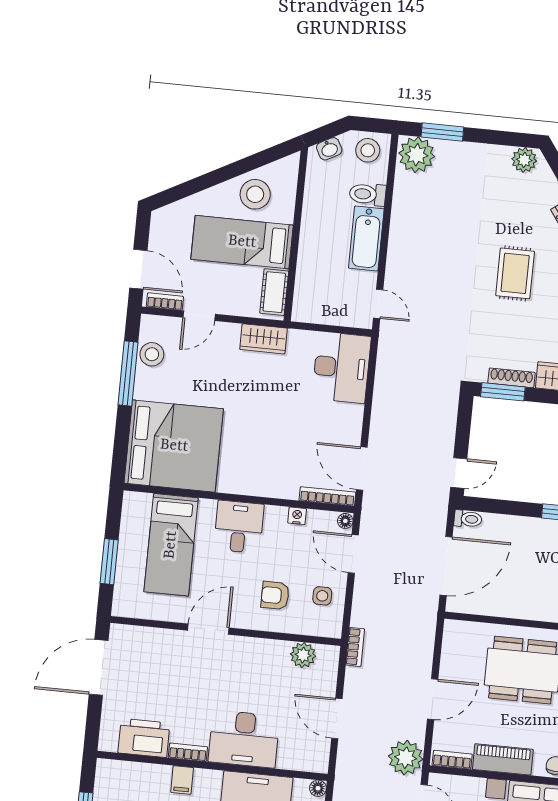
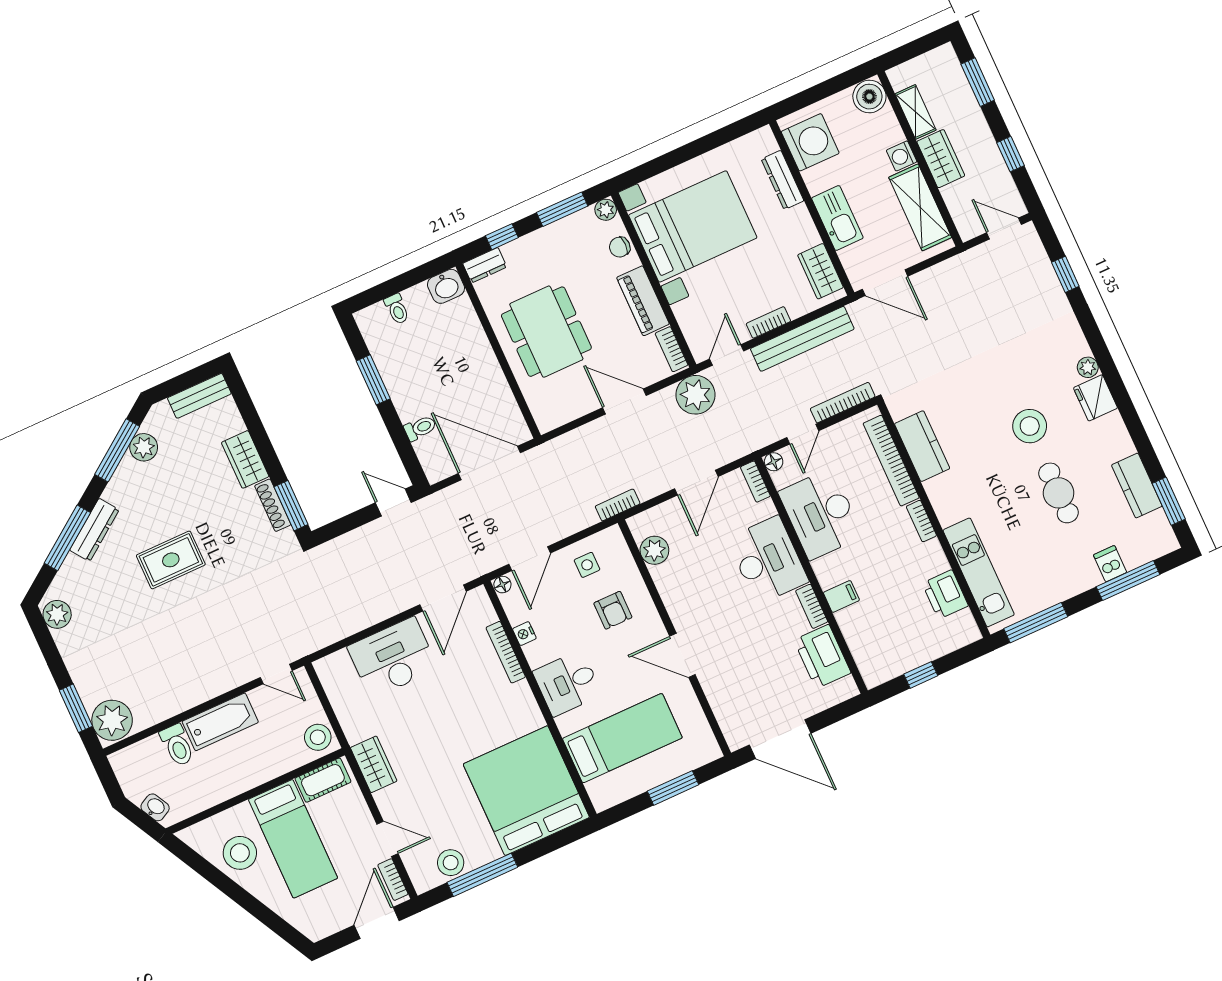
stool: (368, 150) -> (318, 737), moved
door: (378, 304) -> (276, 674), swing flipped
desk: (341, 368) -> (393, 658), moved
bookcase: (327, 496) -> (506, 652), moved
toilet: (468, 519) -> (420, 428), moved, turned 90
bookcase: (311, 765) -> (755, 482), added

